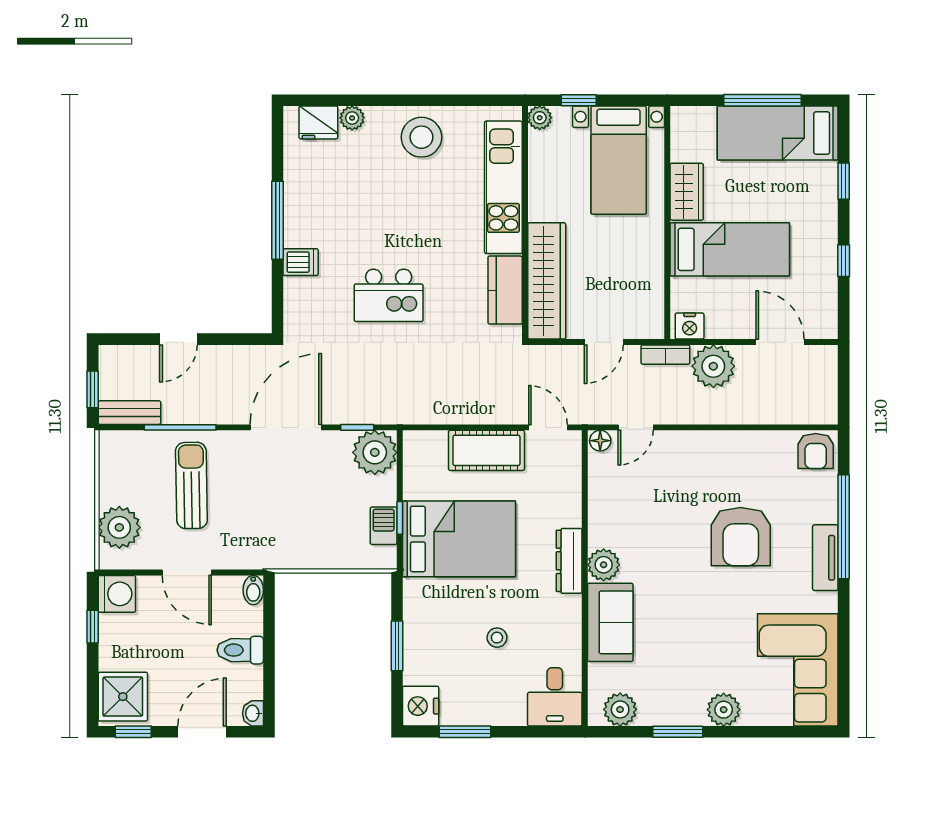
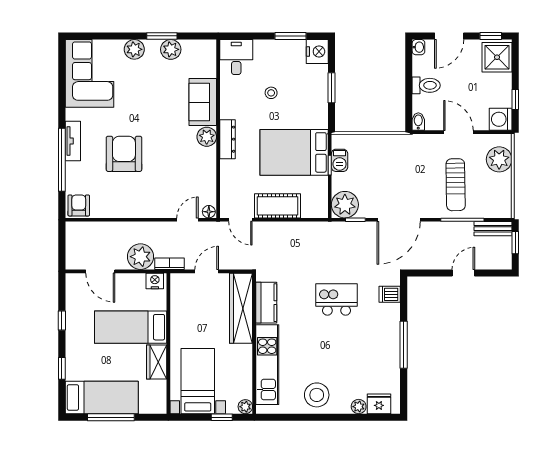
dishwasher: (301, 262) -> (390, 294), moved
plant: (620, 709) -> (171, 49), moved

